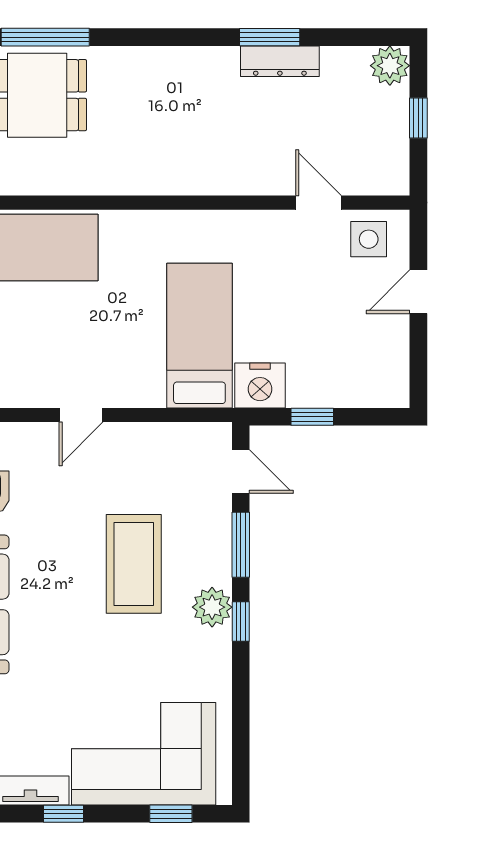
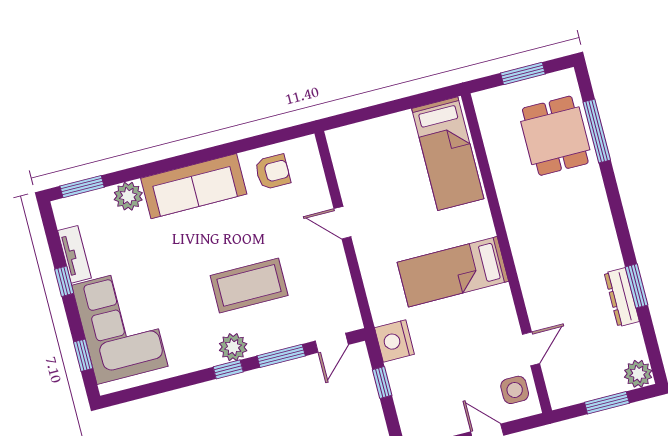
window: (418, 118) -> (607, 403), width x1.50
bed: (199, 336) -> (453, 272), moved, turned 180

